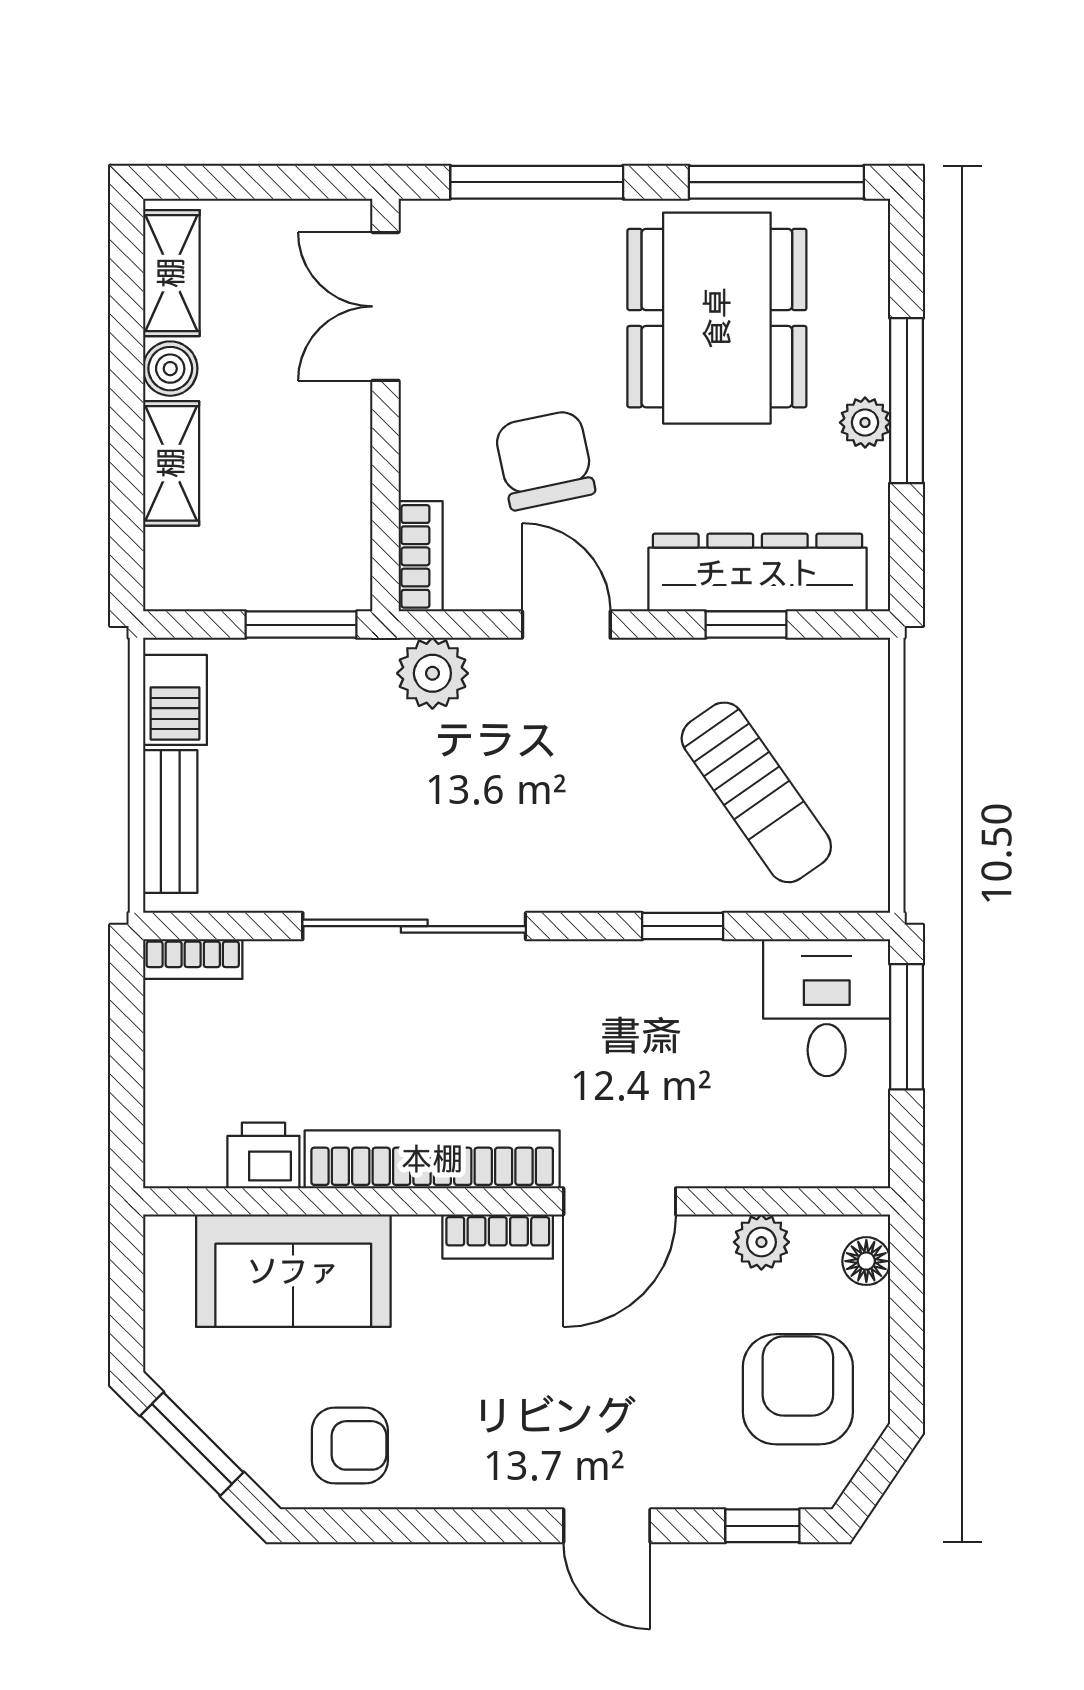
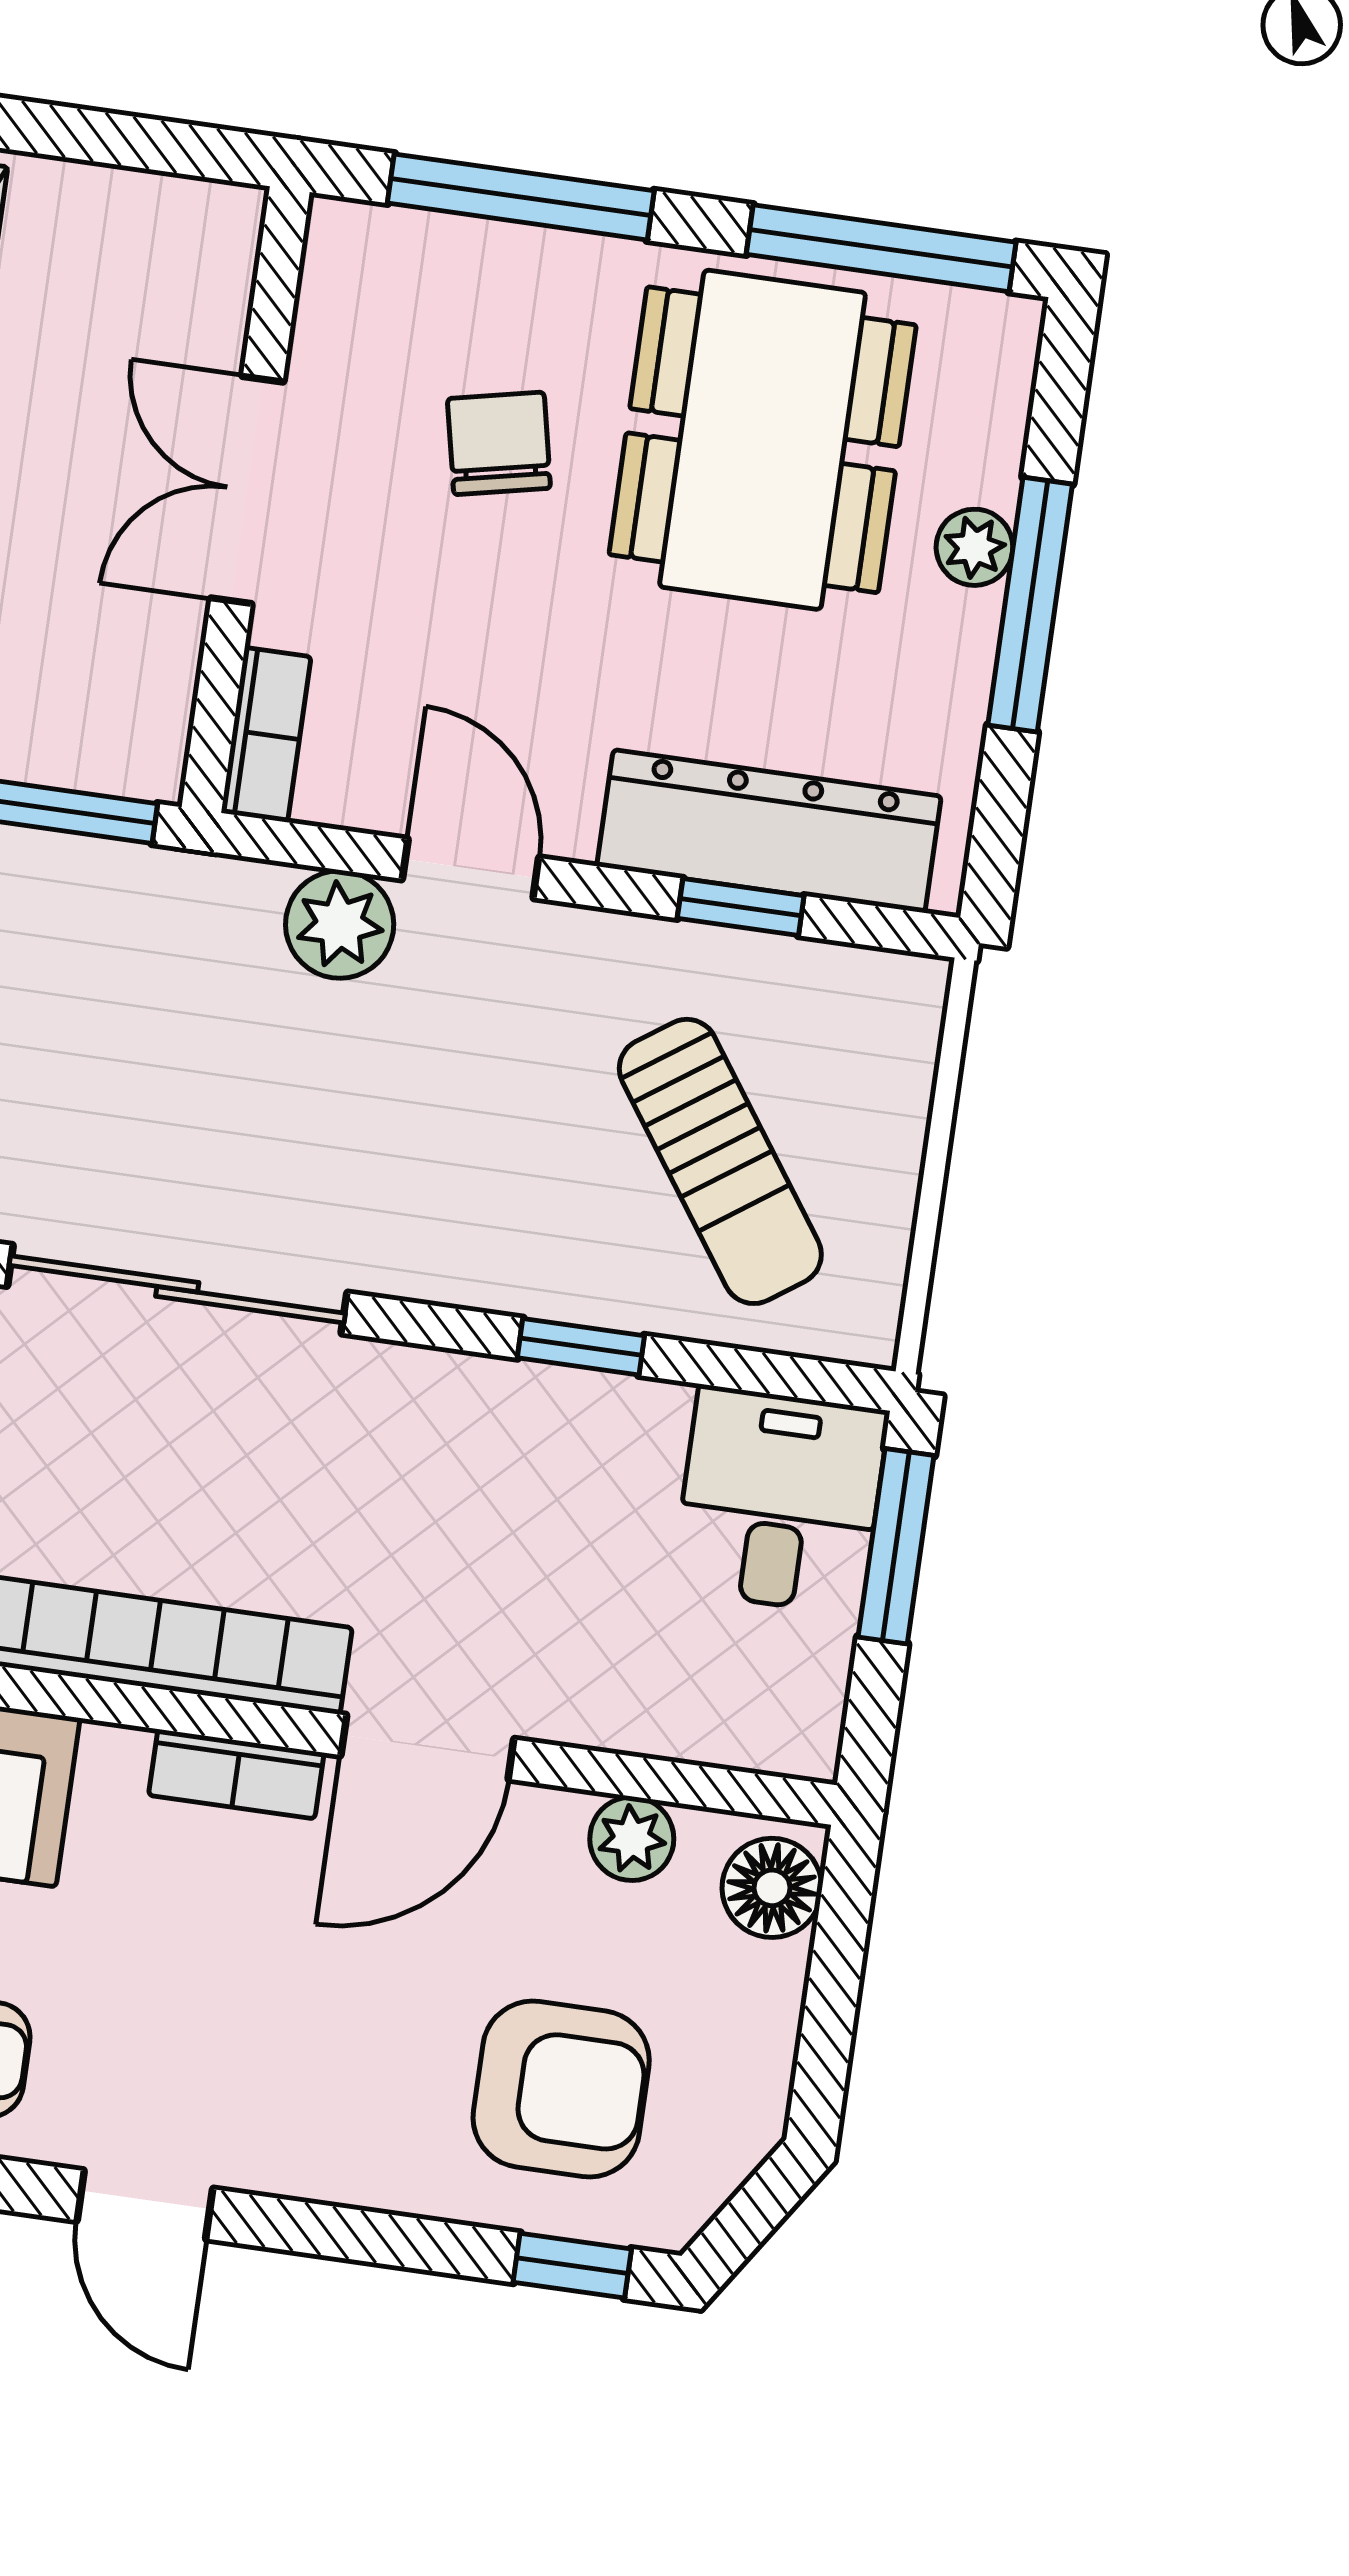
double door: (386, 306) -> (247, 490), moved
plant: (865, 423) -> (974, 547), moved
chair: (545, 460) -> (499, 443), moved, width x0.73, depth x0.73
plant: (432, 673) -> (340, 924), moved
floor lamp: (866, 1261) -> (772, 1888), width x1.37, depth x1.37
armchair: (798, 1389) -> (561, 2089), moved, turned 90
door: (607, 1526) -> (145, 2205), moved

